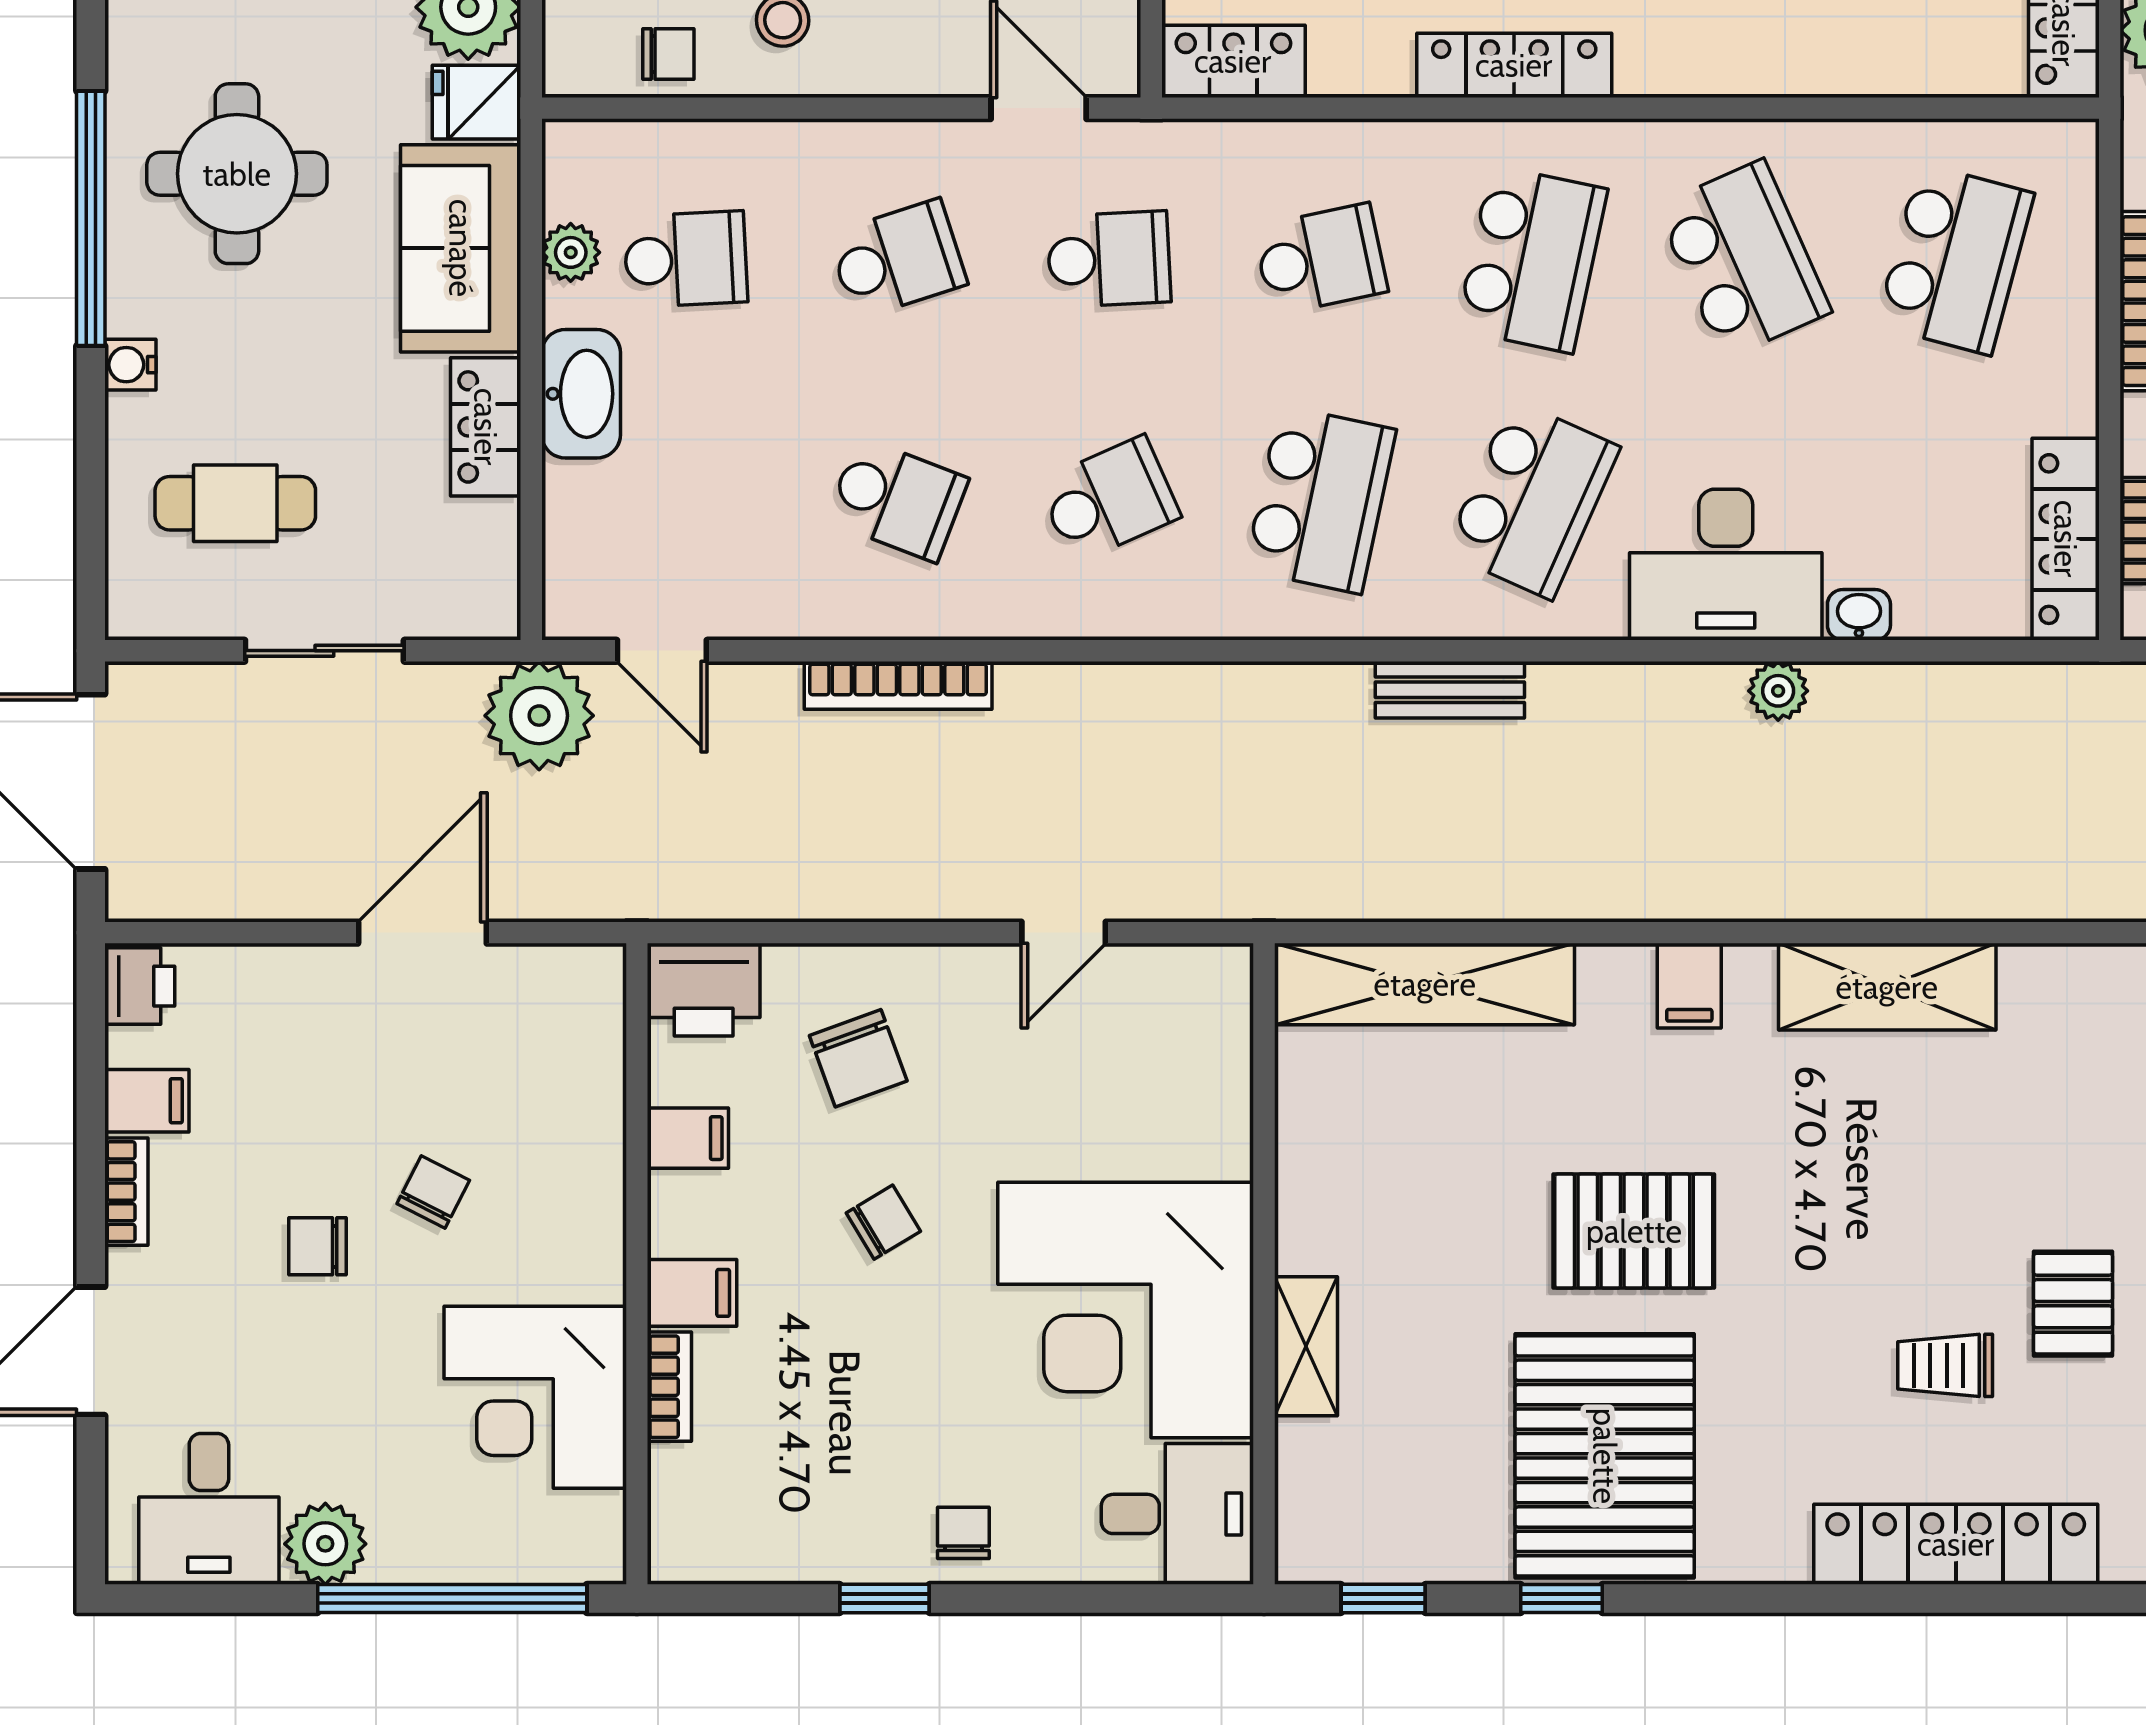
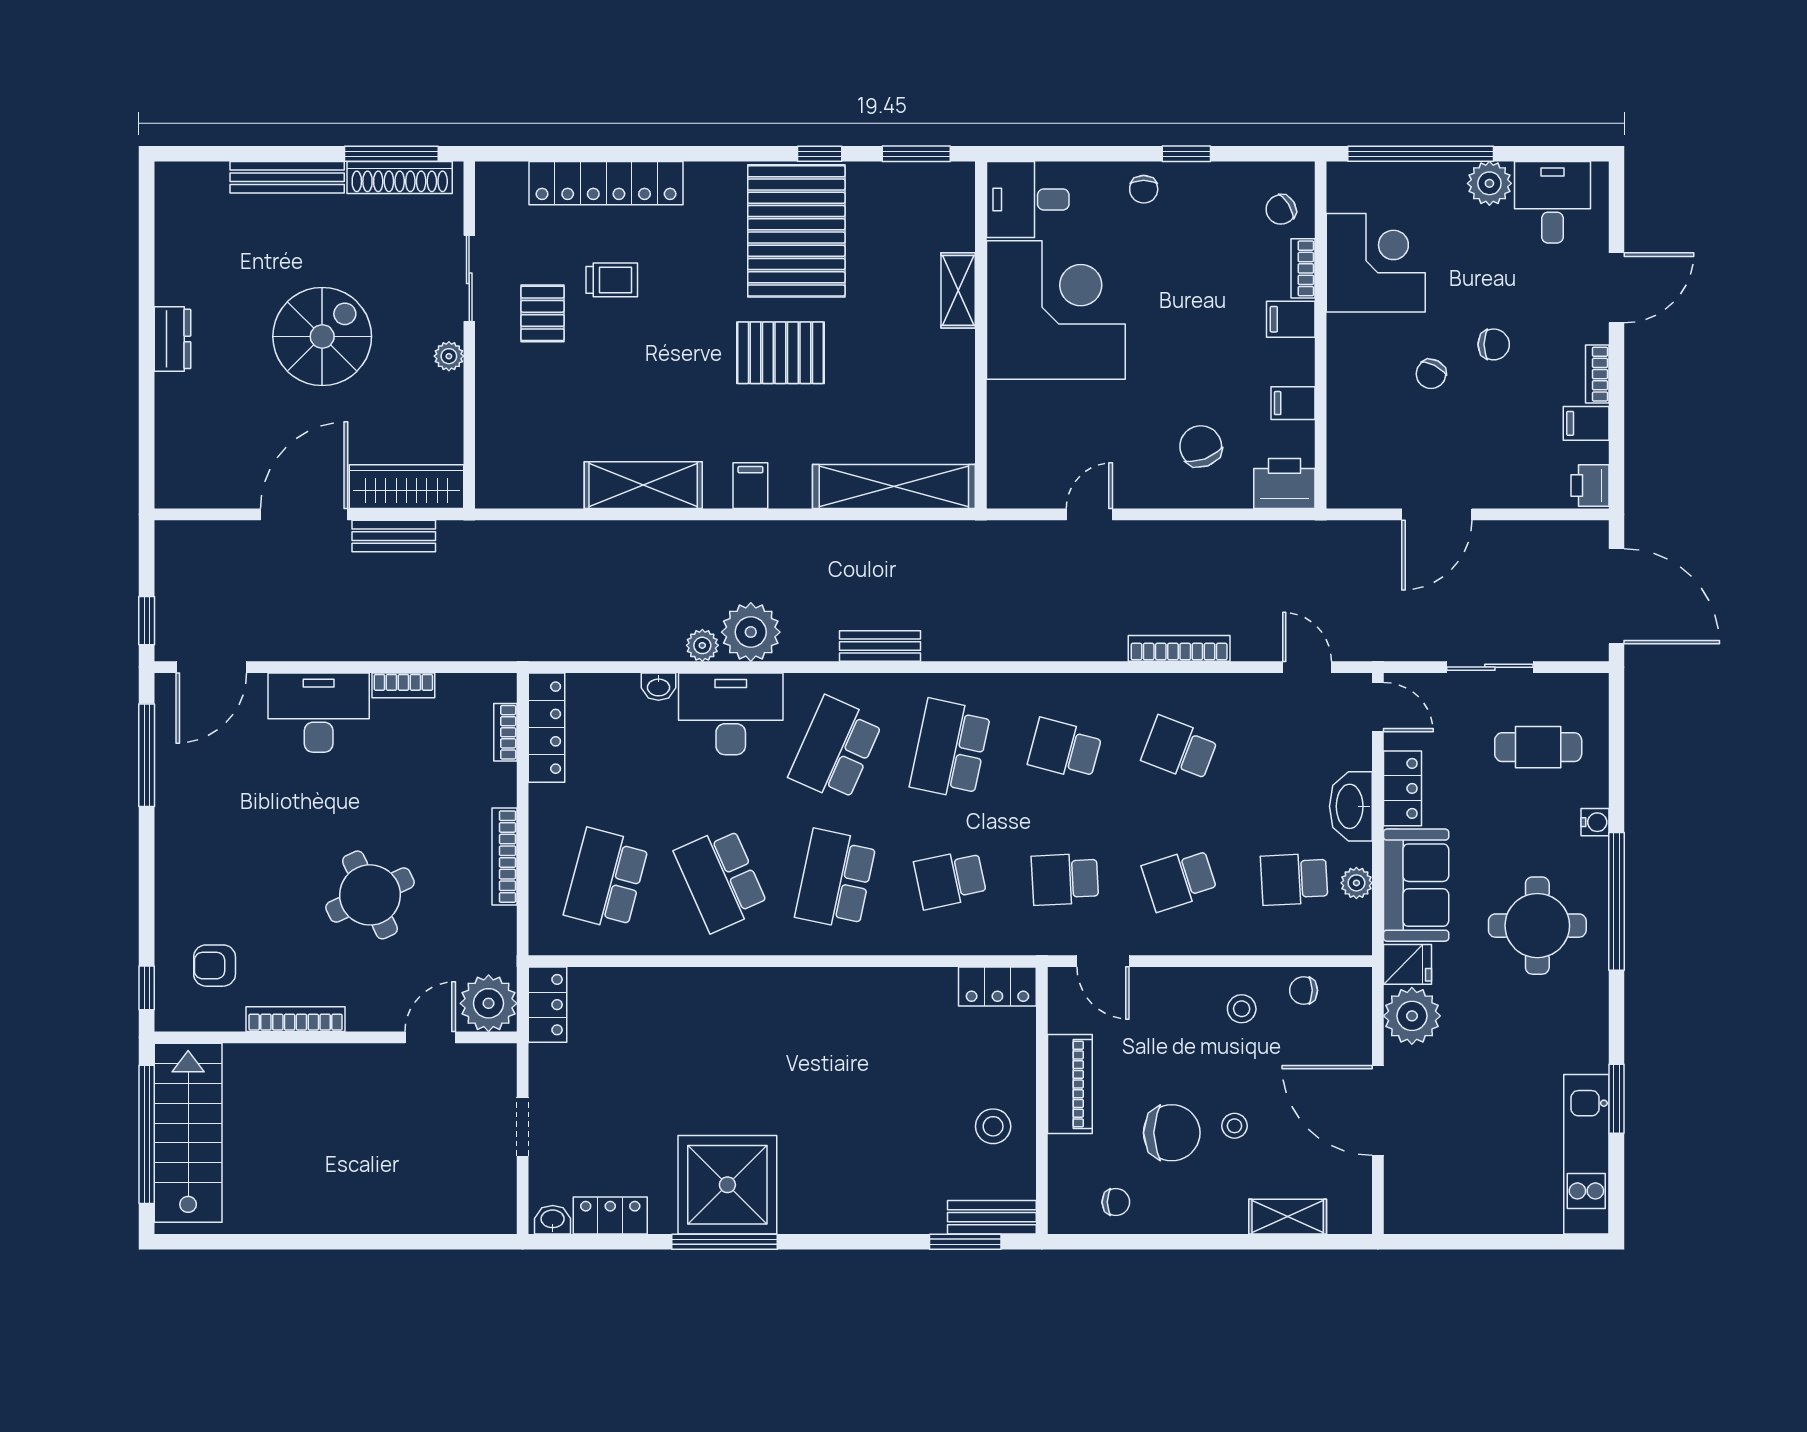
locker: (1514, 65) -> (845, 984), removed
school desk: (1109, 500) -> (1065, 749), turned 39
door: (531, 577) -> (1378, 707), added
plant: (539, 716) -> (751, 632), moved
chair: (883, 1222) -> (1281, 209), moved
window: (1383, 1599) -> (916, 154), width x1.50

